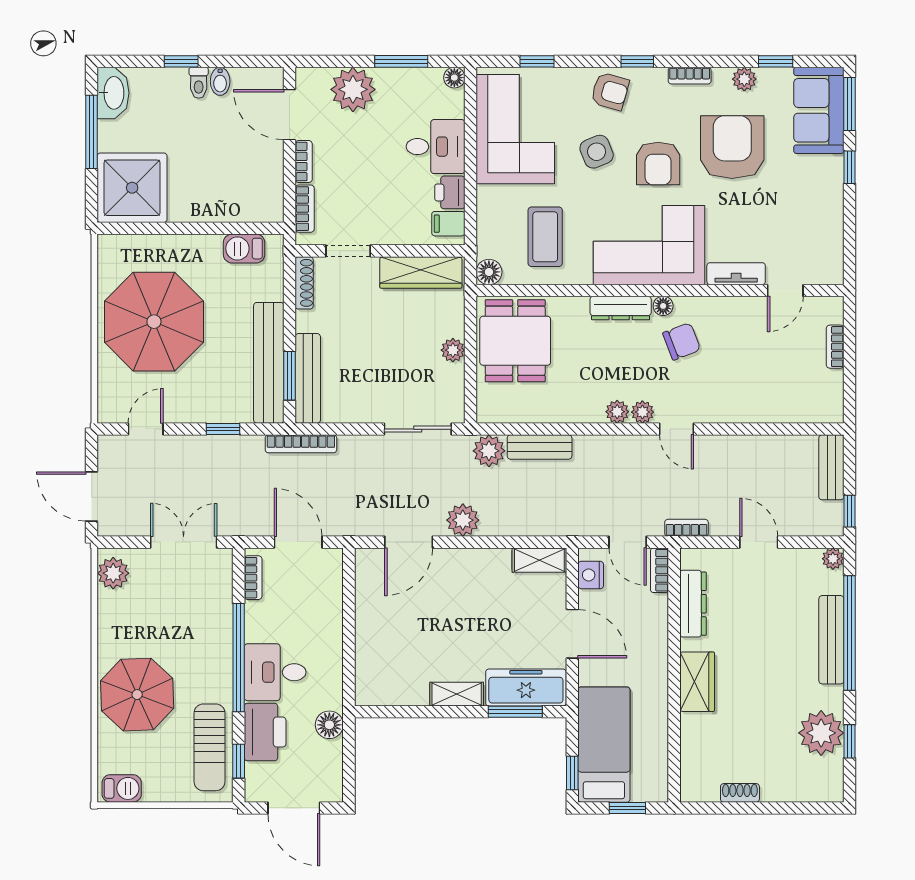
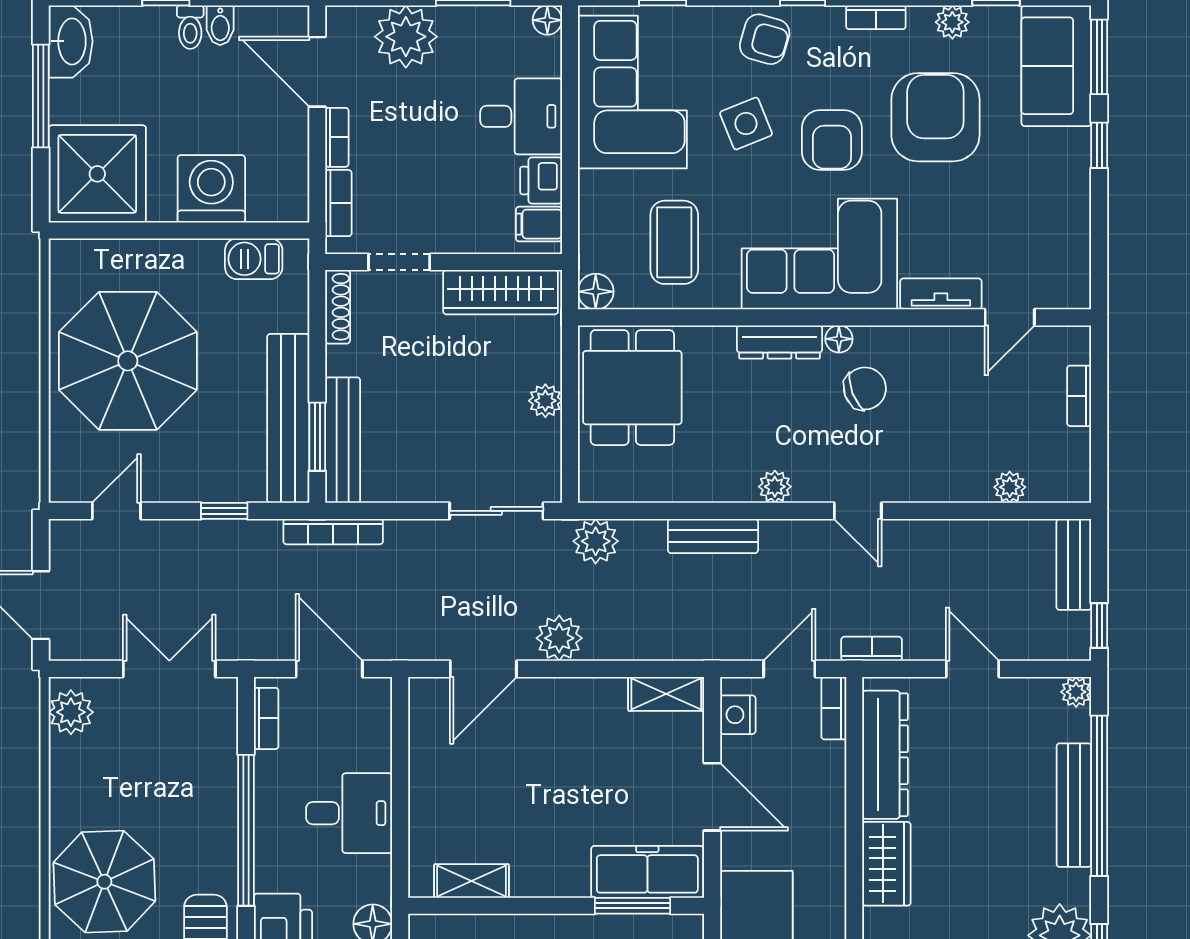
washing machine: (214, 198) -> (211, 189), added
plant: (642, 412) -> (1010, 487), moved
bench: (540, 447) -> (713, 536), moved
door: (628, 542) -> (789, 669), swing flipped
dresser: (693, 604) -> (885, 755), width x1.37, depth x1.24
desk: (275, 672) -> (349, 813), moved, turned 180
shelving: (457, 694) -> (471, 881), moved

